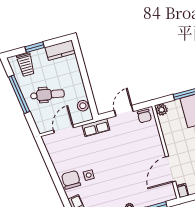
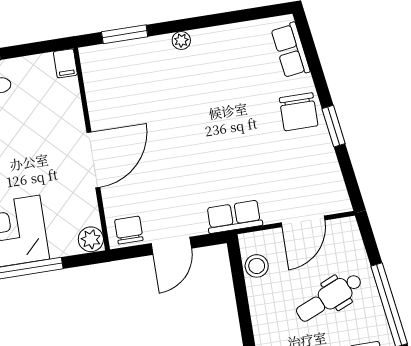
dental chair: (47, 95) -> (329, 298), turned -33
door: (170, 169) -> (93, 160), moved
window: (54, 175) -> (334, 126), added
side table: (89, 175) -> (260, 118), removed

